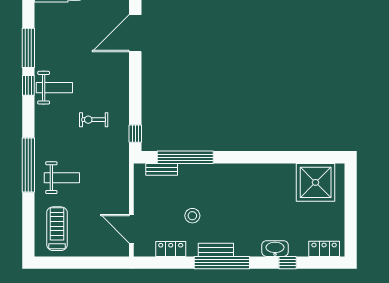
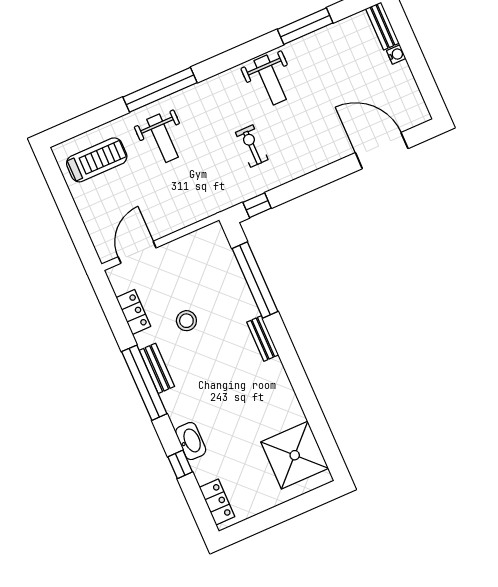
window: (28, 85) -> (259, 46), removed
bench: (162, 169) -> (263, 338), moved

